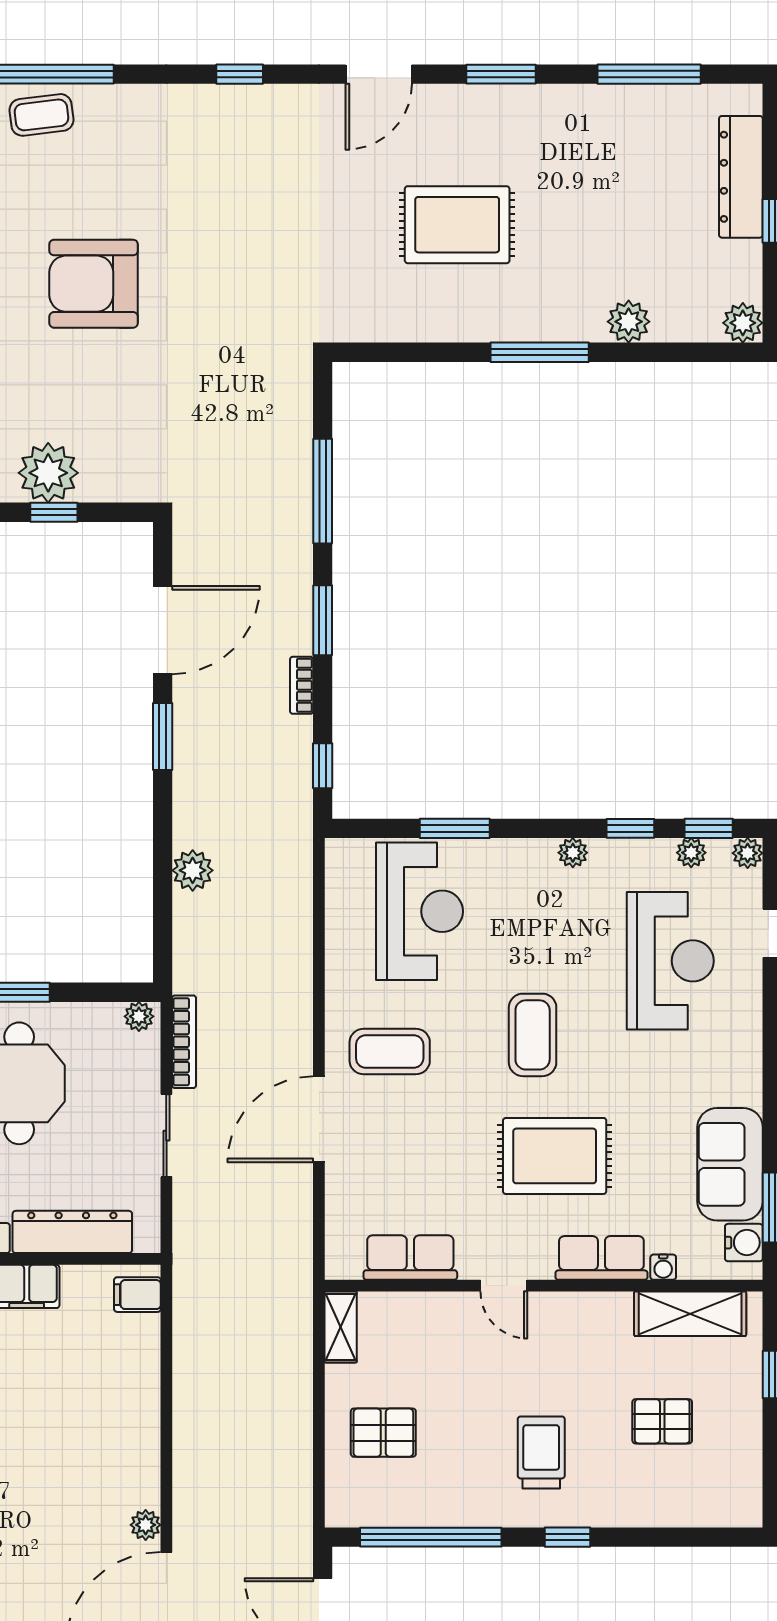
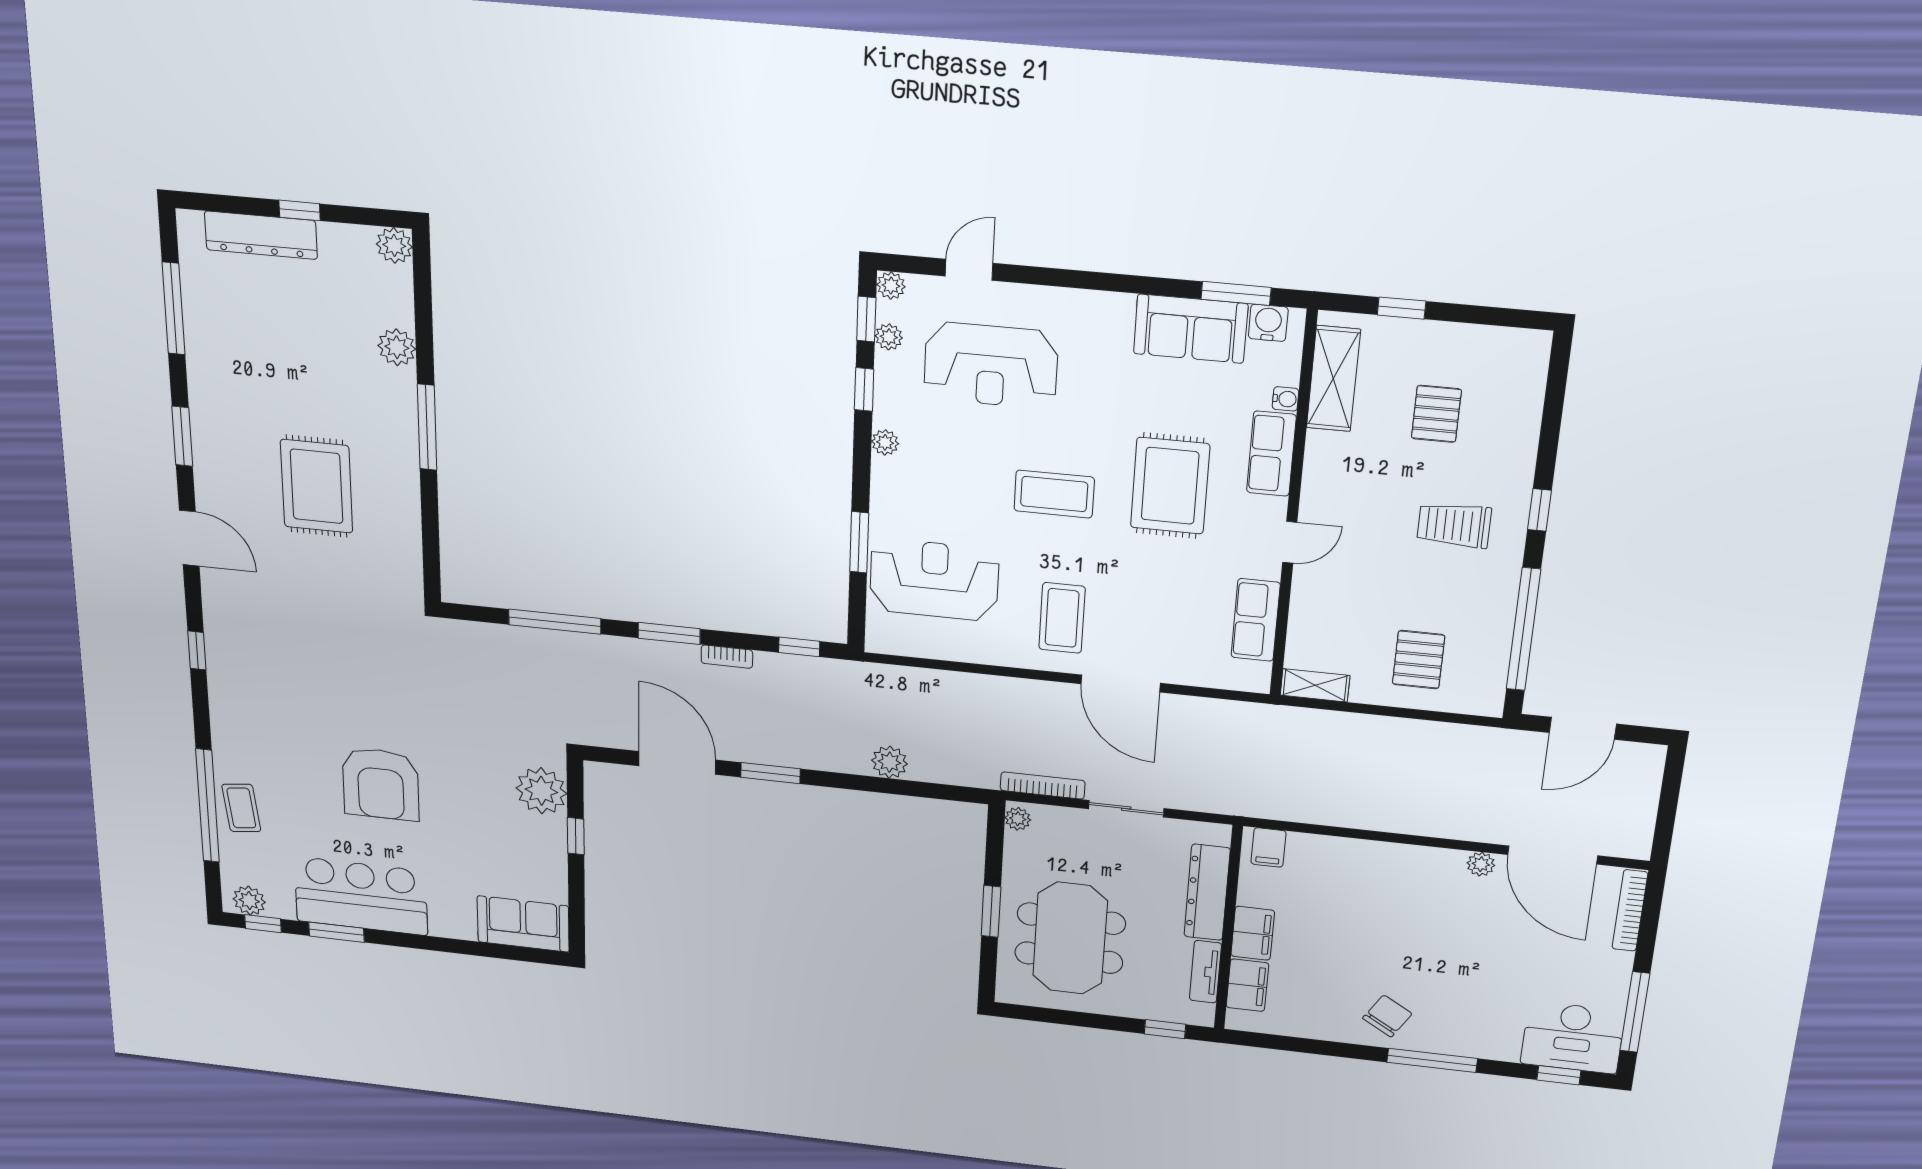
plant: (48, 473) -> (541, 791), moved
reception desk: (670, 961) -> (991, 365), turned 180

